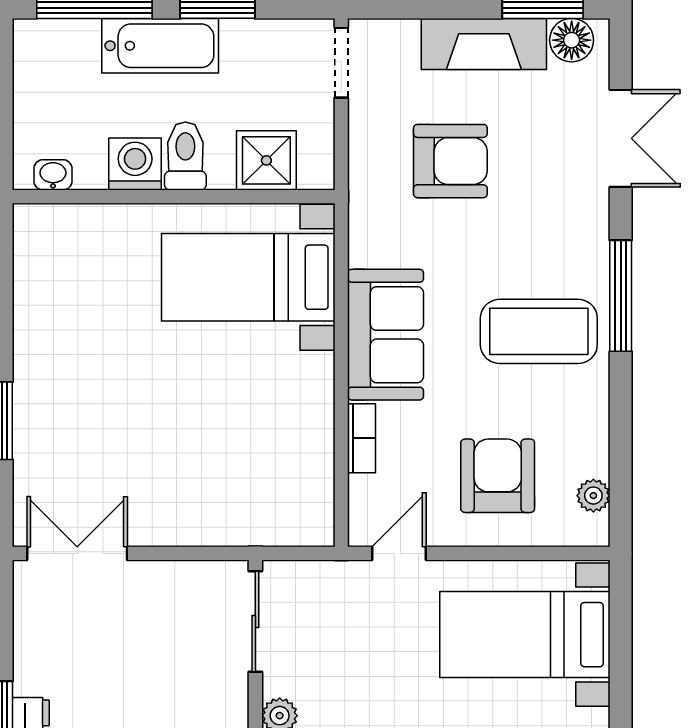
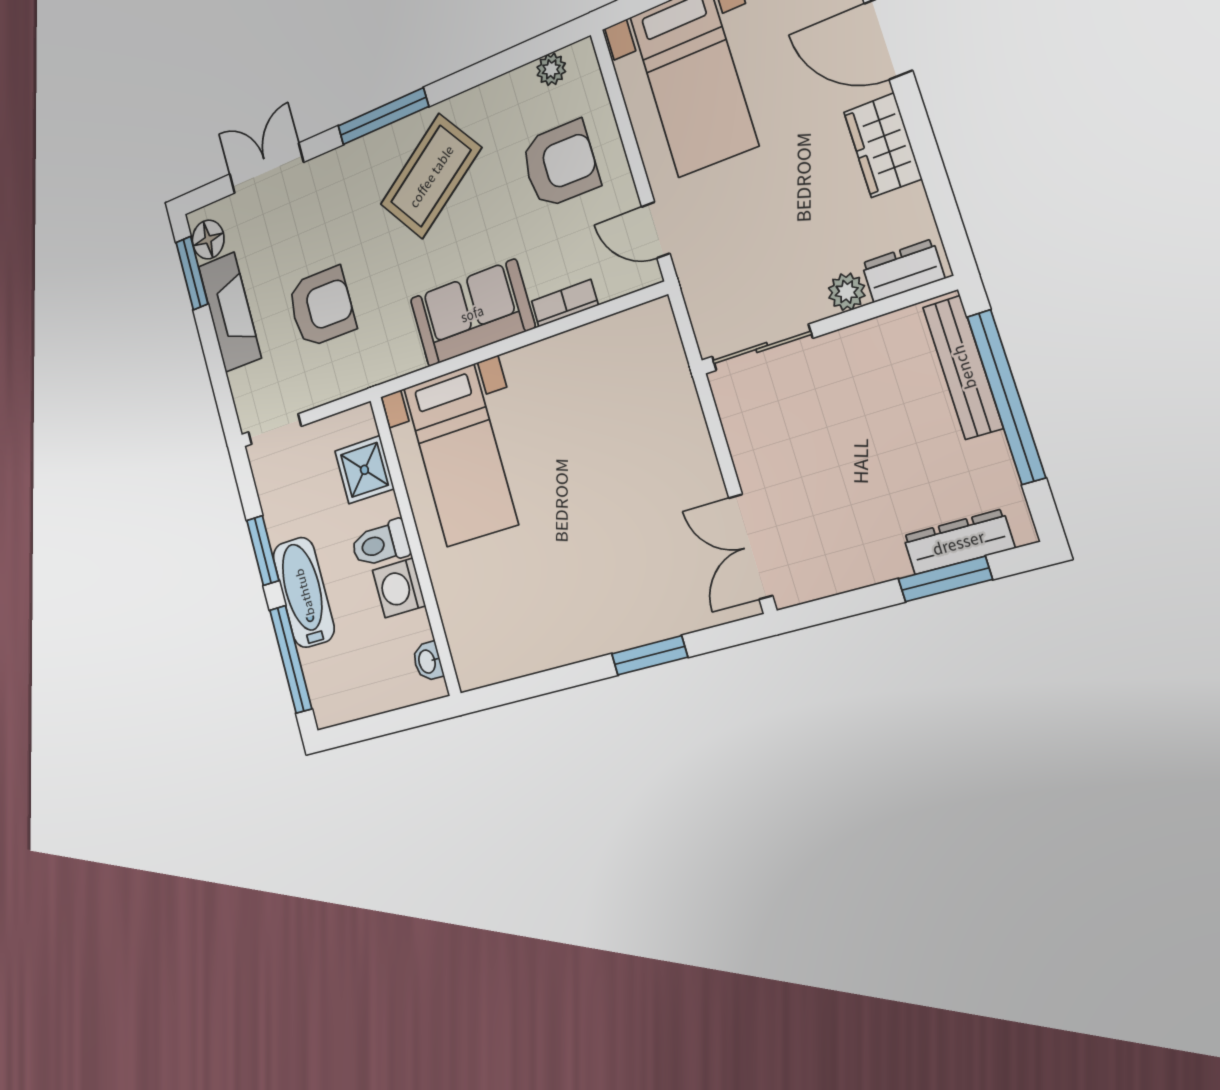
armchair: (450, 161) -> (322, 307), turned 90
coffee table: (539, 331) -> (431, 176), turned 55
armchair: (498, 476) -> (560, 164), turned 180

